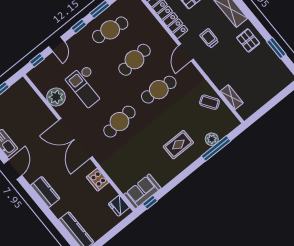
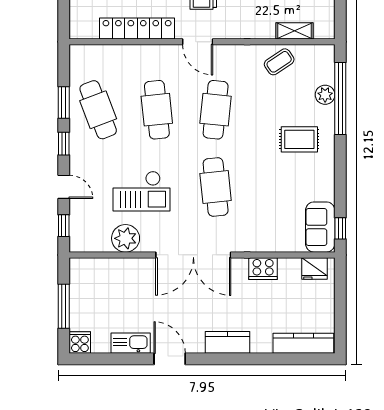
cafe table: (110, 30) -> (98, 110), turned -30
rug: (178, 145) -> (299, 139), turned 90
window: (216, 148) -> (340, 99), width x1.46

